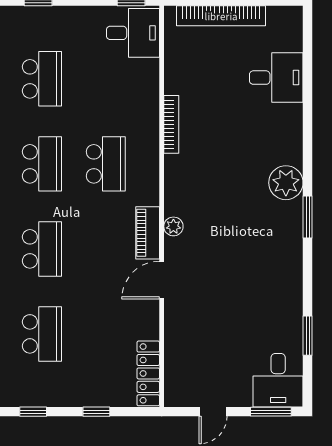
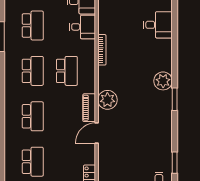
desk: (135, 82) -> (83, 27), added
plant: (173, 226) -> (107, 100), width x1.87, depth x1.87

